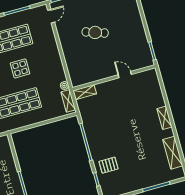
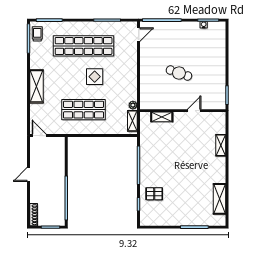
cafe table: (95, 32) -> (179, 73), moved
door: (125, 75) -> (194, 111), hinge flipped
shelving: (85, 92) -> (162, 117), moved
shelving: (164, 118) -> (221, 145), moved

